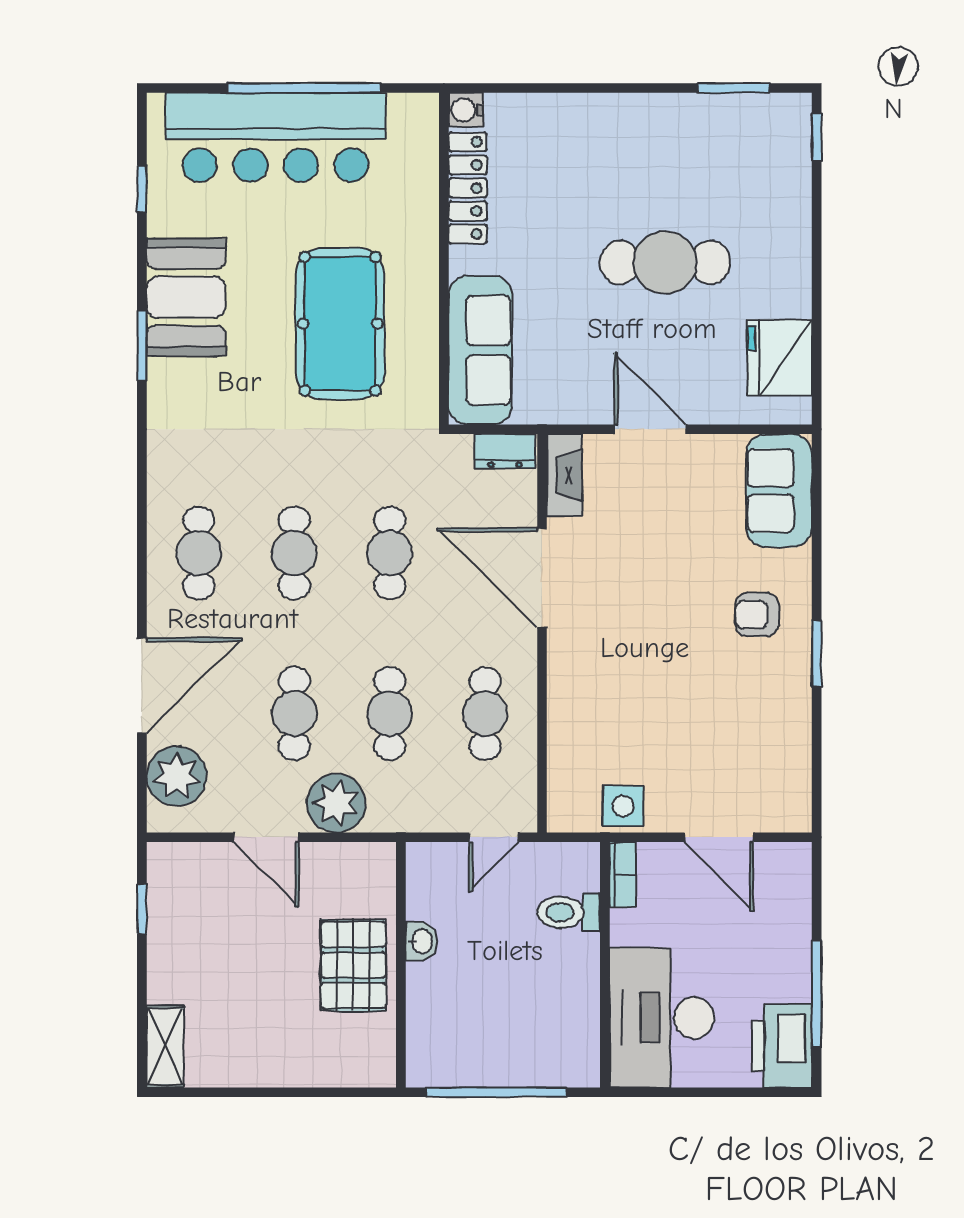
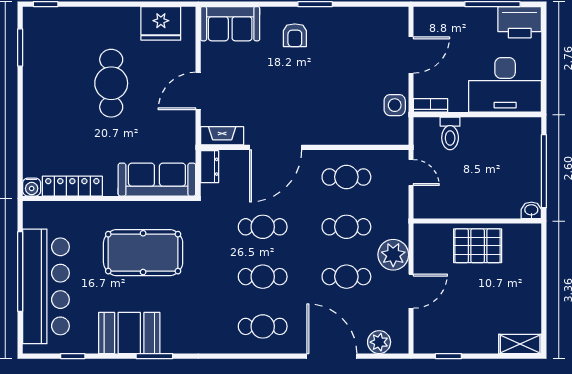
plant: (177, 776) -> (379, 342), width x0.73, depth x0.73
washbasin: (421, 941) -> (531, 210), moved

